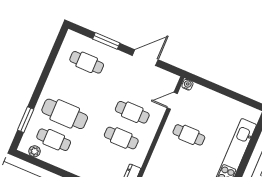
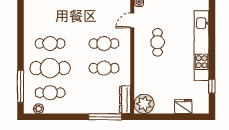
cafe table: (87, 62) -> (50, 44), moved
window: (26, 120) -> (20, 86), width x1.44
cafe table: (189, 135) -> (158, 42), turned 90

